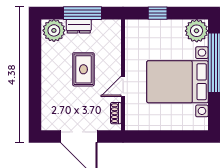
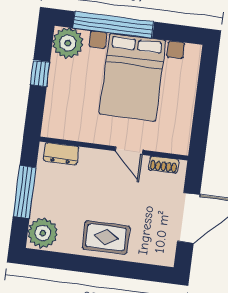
window: (158, 13) -> (40, 73), moved
dresser: (79, 26) -> (61, 154), moved, turned 90
rug: (83, 69) -> (106, 237), moved

